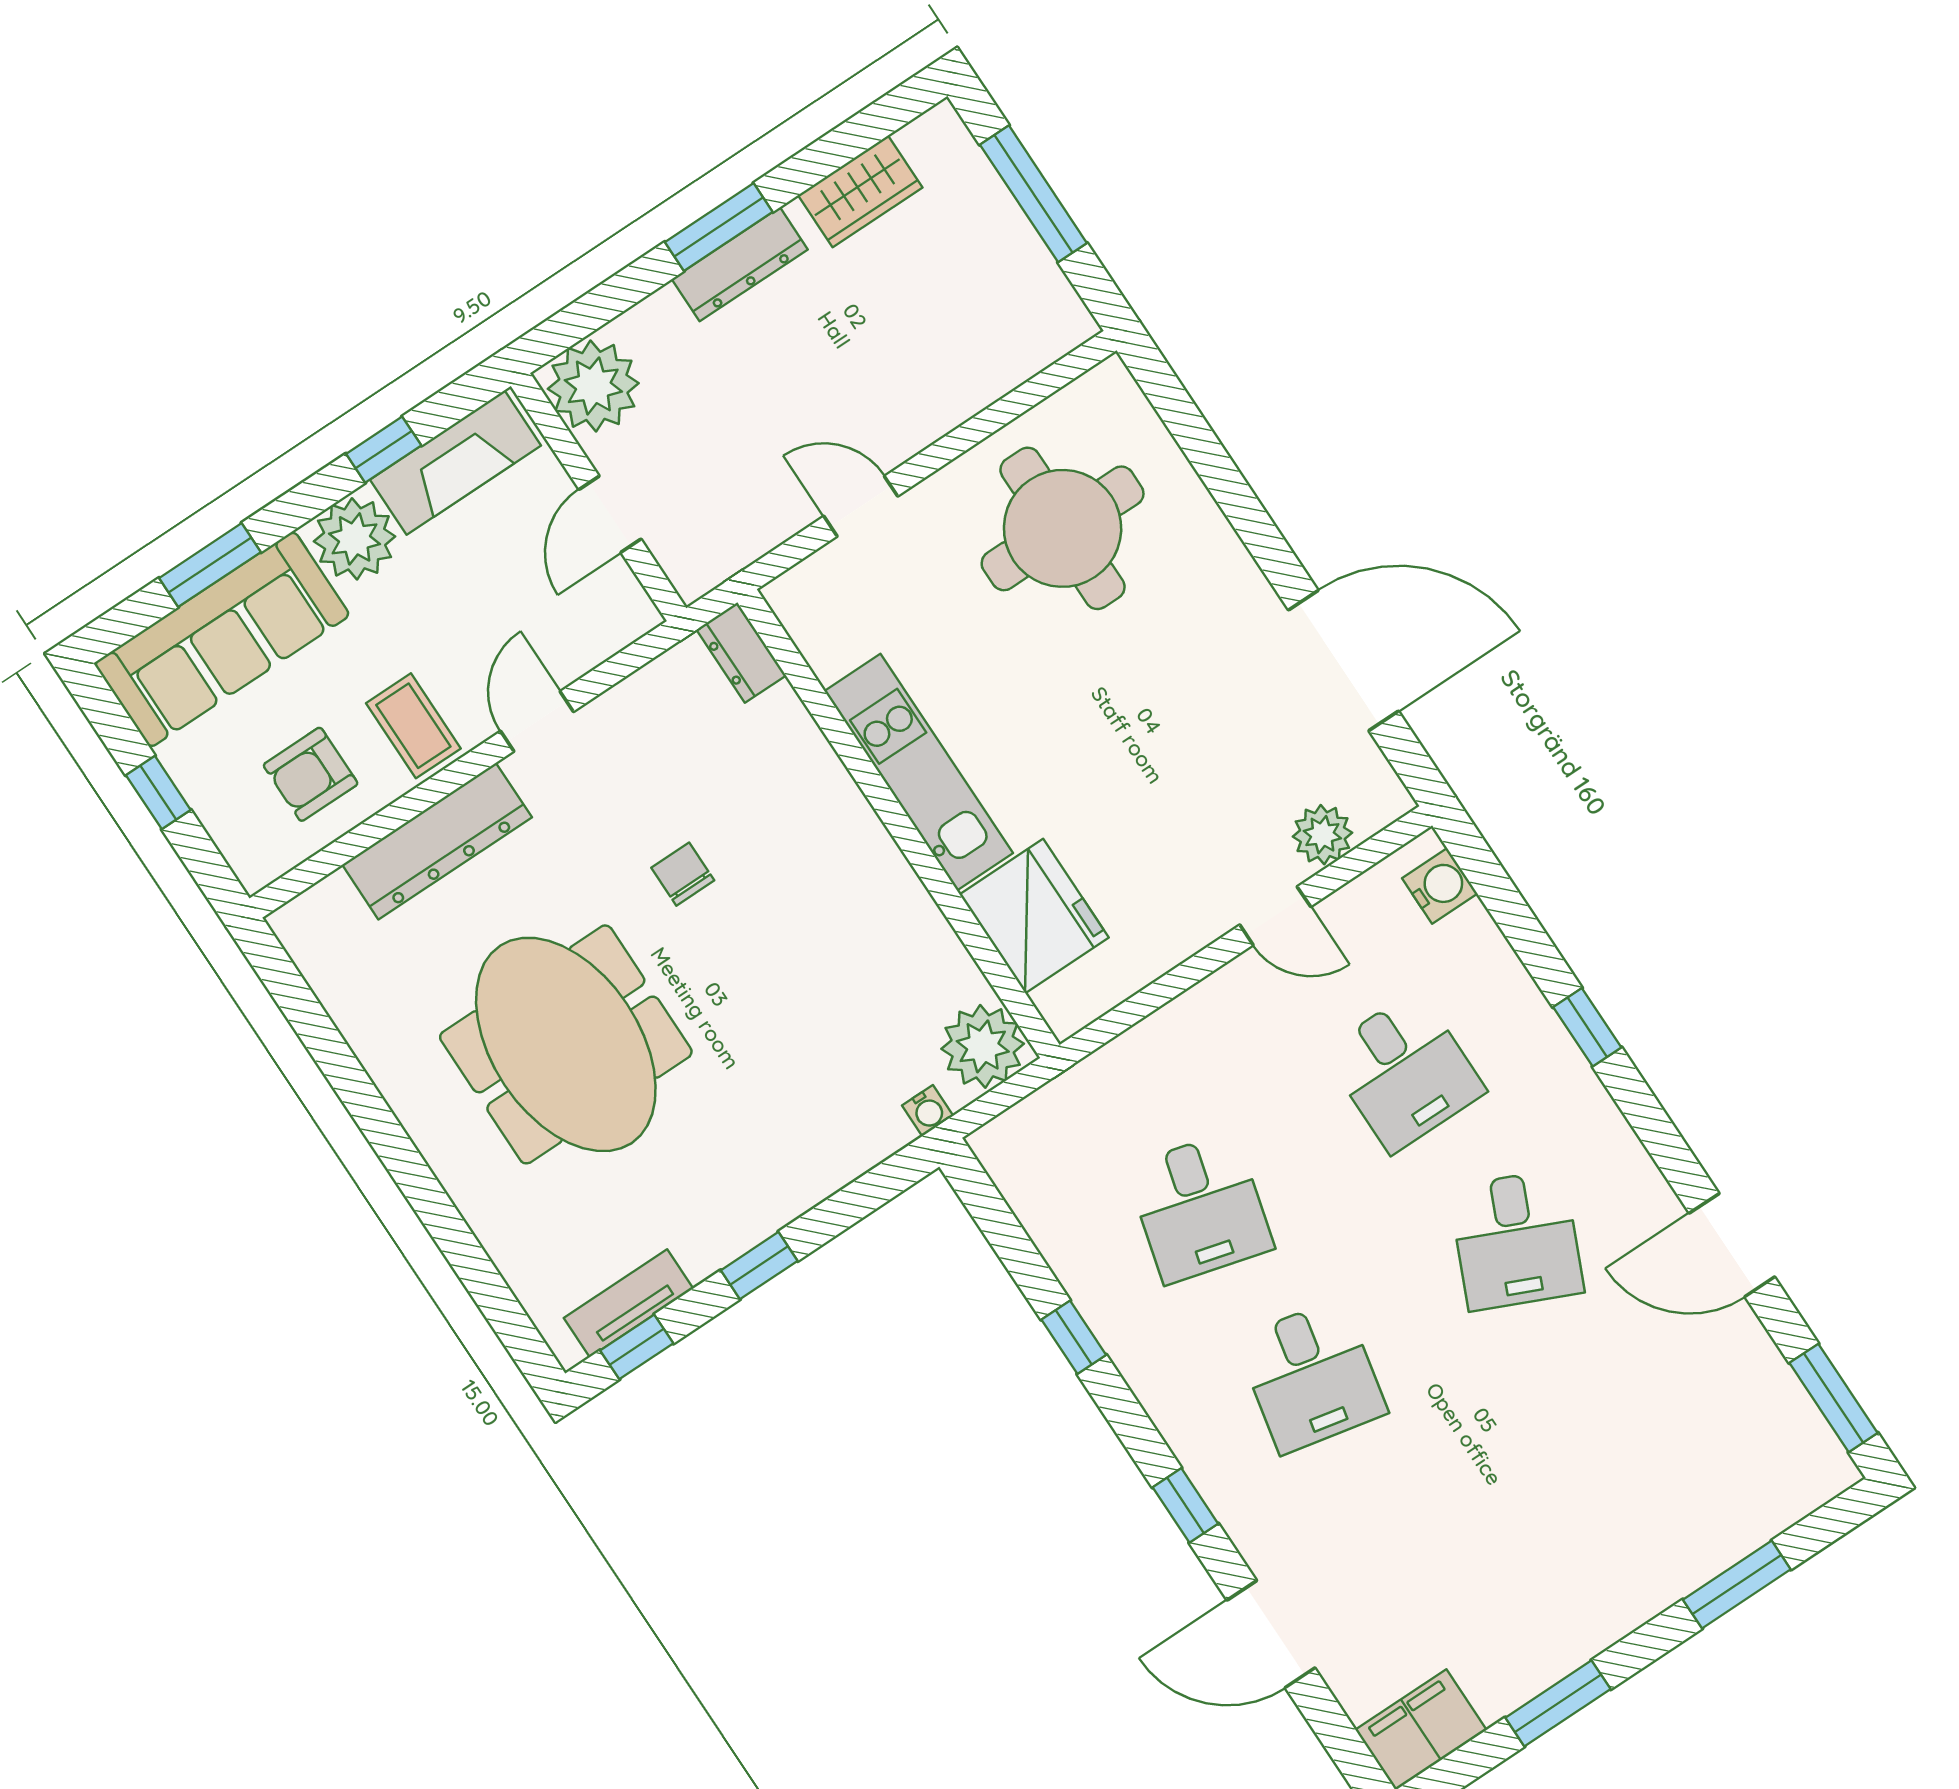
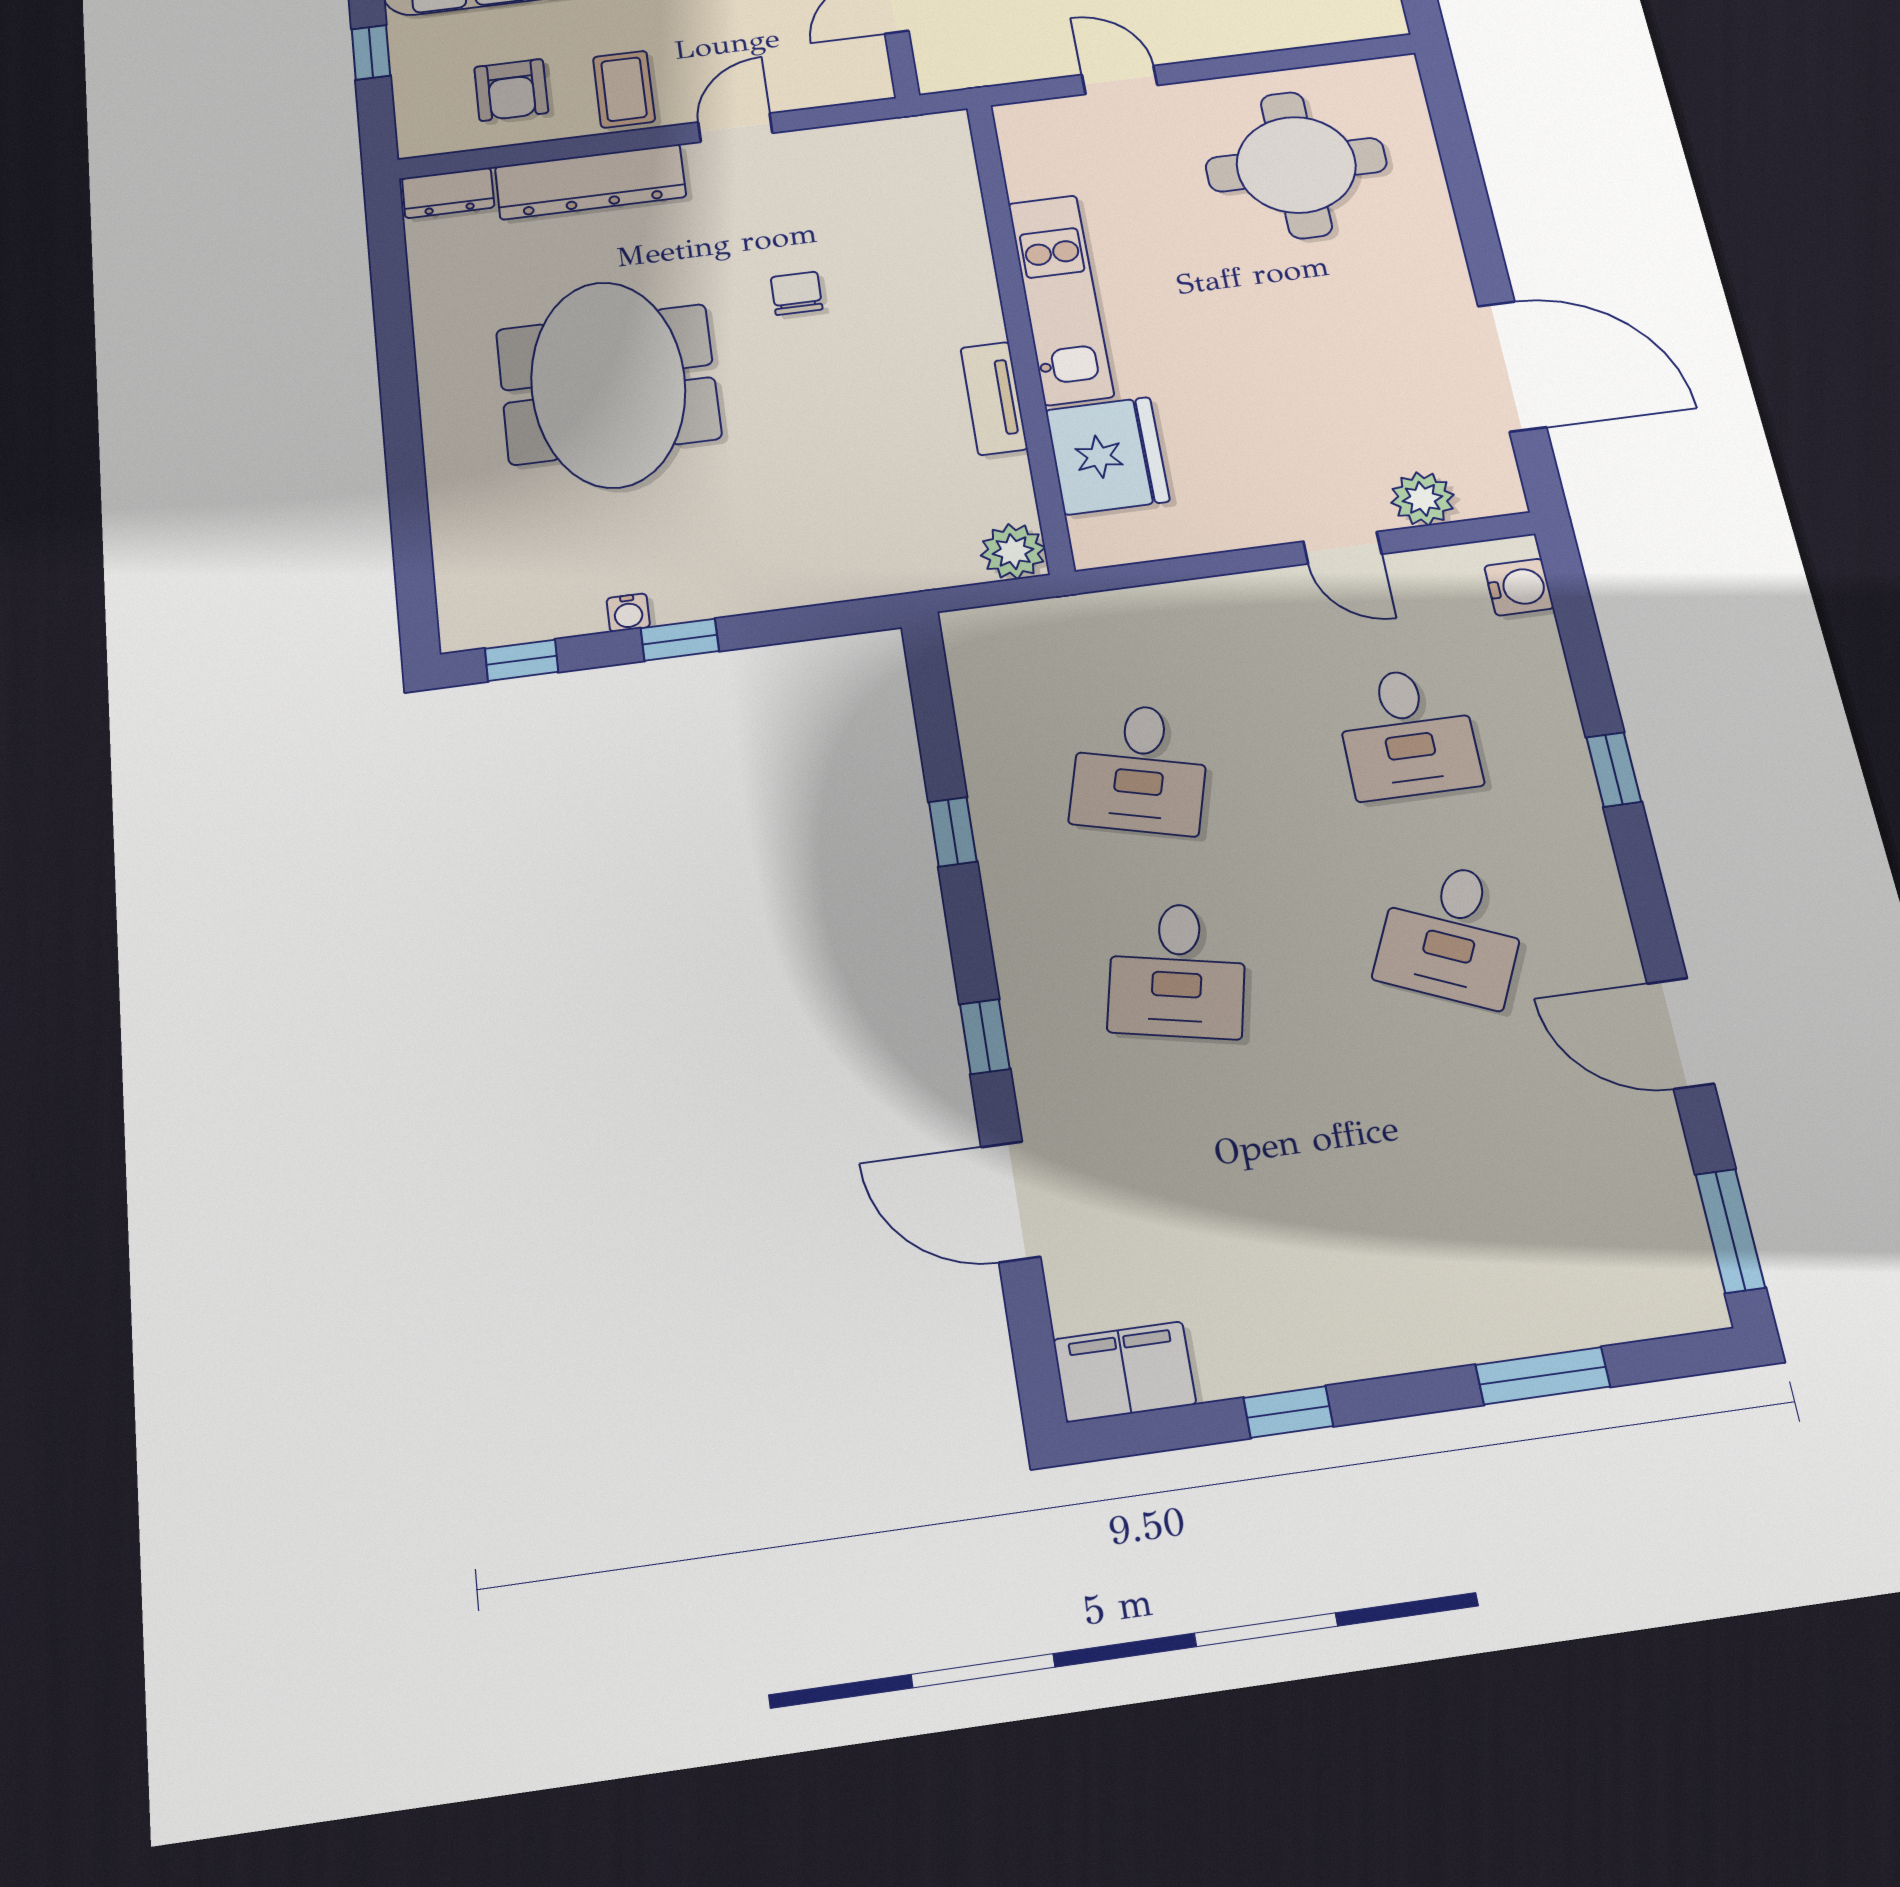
dresser: (741, 653) -> (448, 193), moved, turned -90
armchair: (311, 774) -> (511, 90), turned -90
plant: (983, 1046) -> (1013, 551), width x0.73, depth x0.73
water cooler: (928, 1111) -> (628, 613), moved
tv unit: (628, 1303) -> (994, 398), moved, turned -90
window: (1558, 1703) -> (1288, 1412), width x0.67

